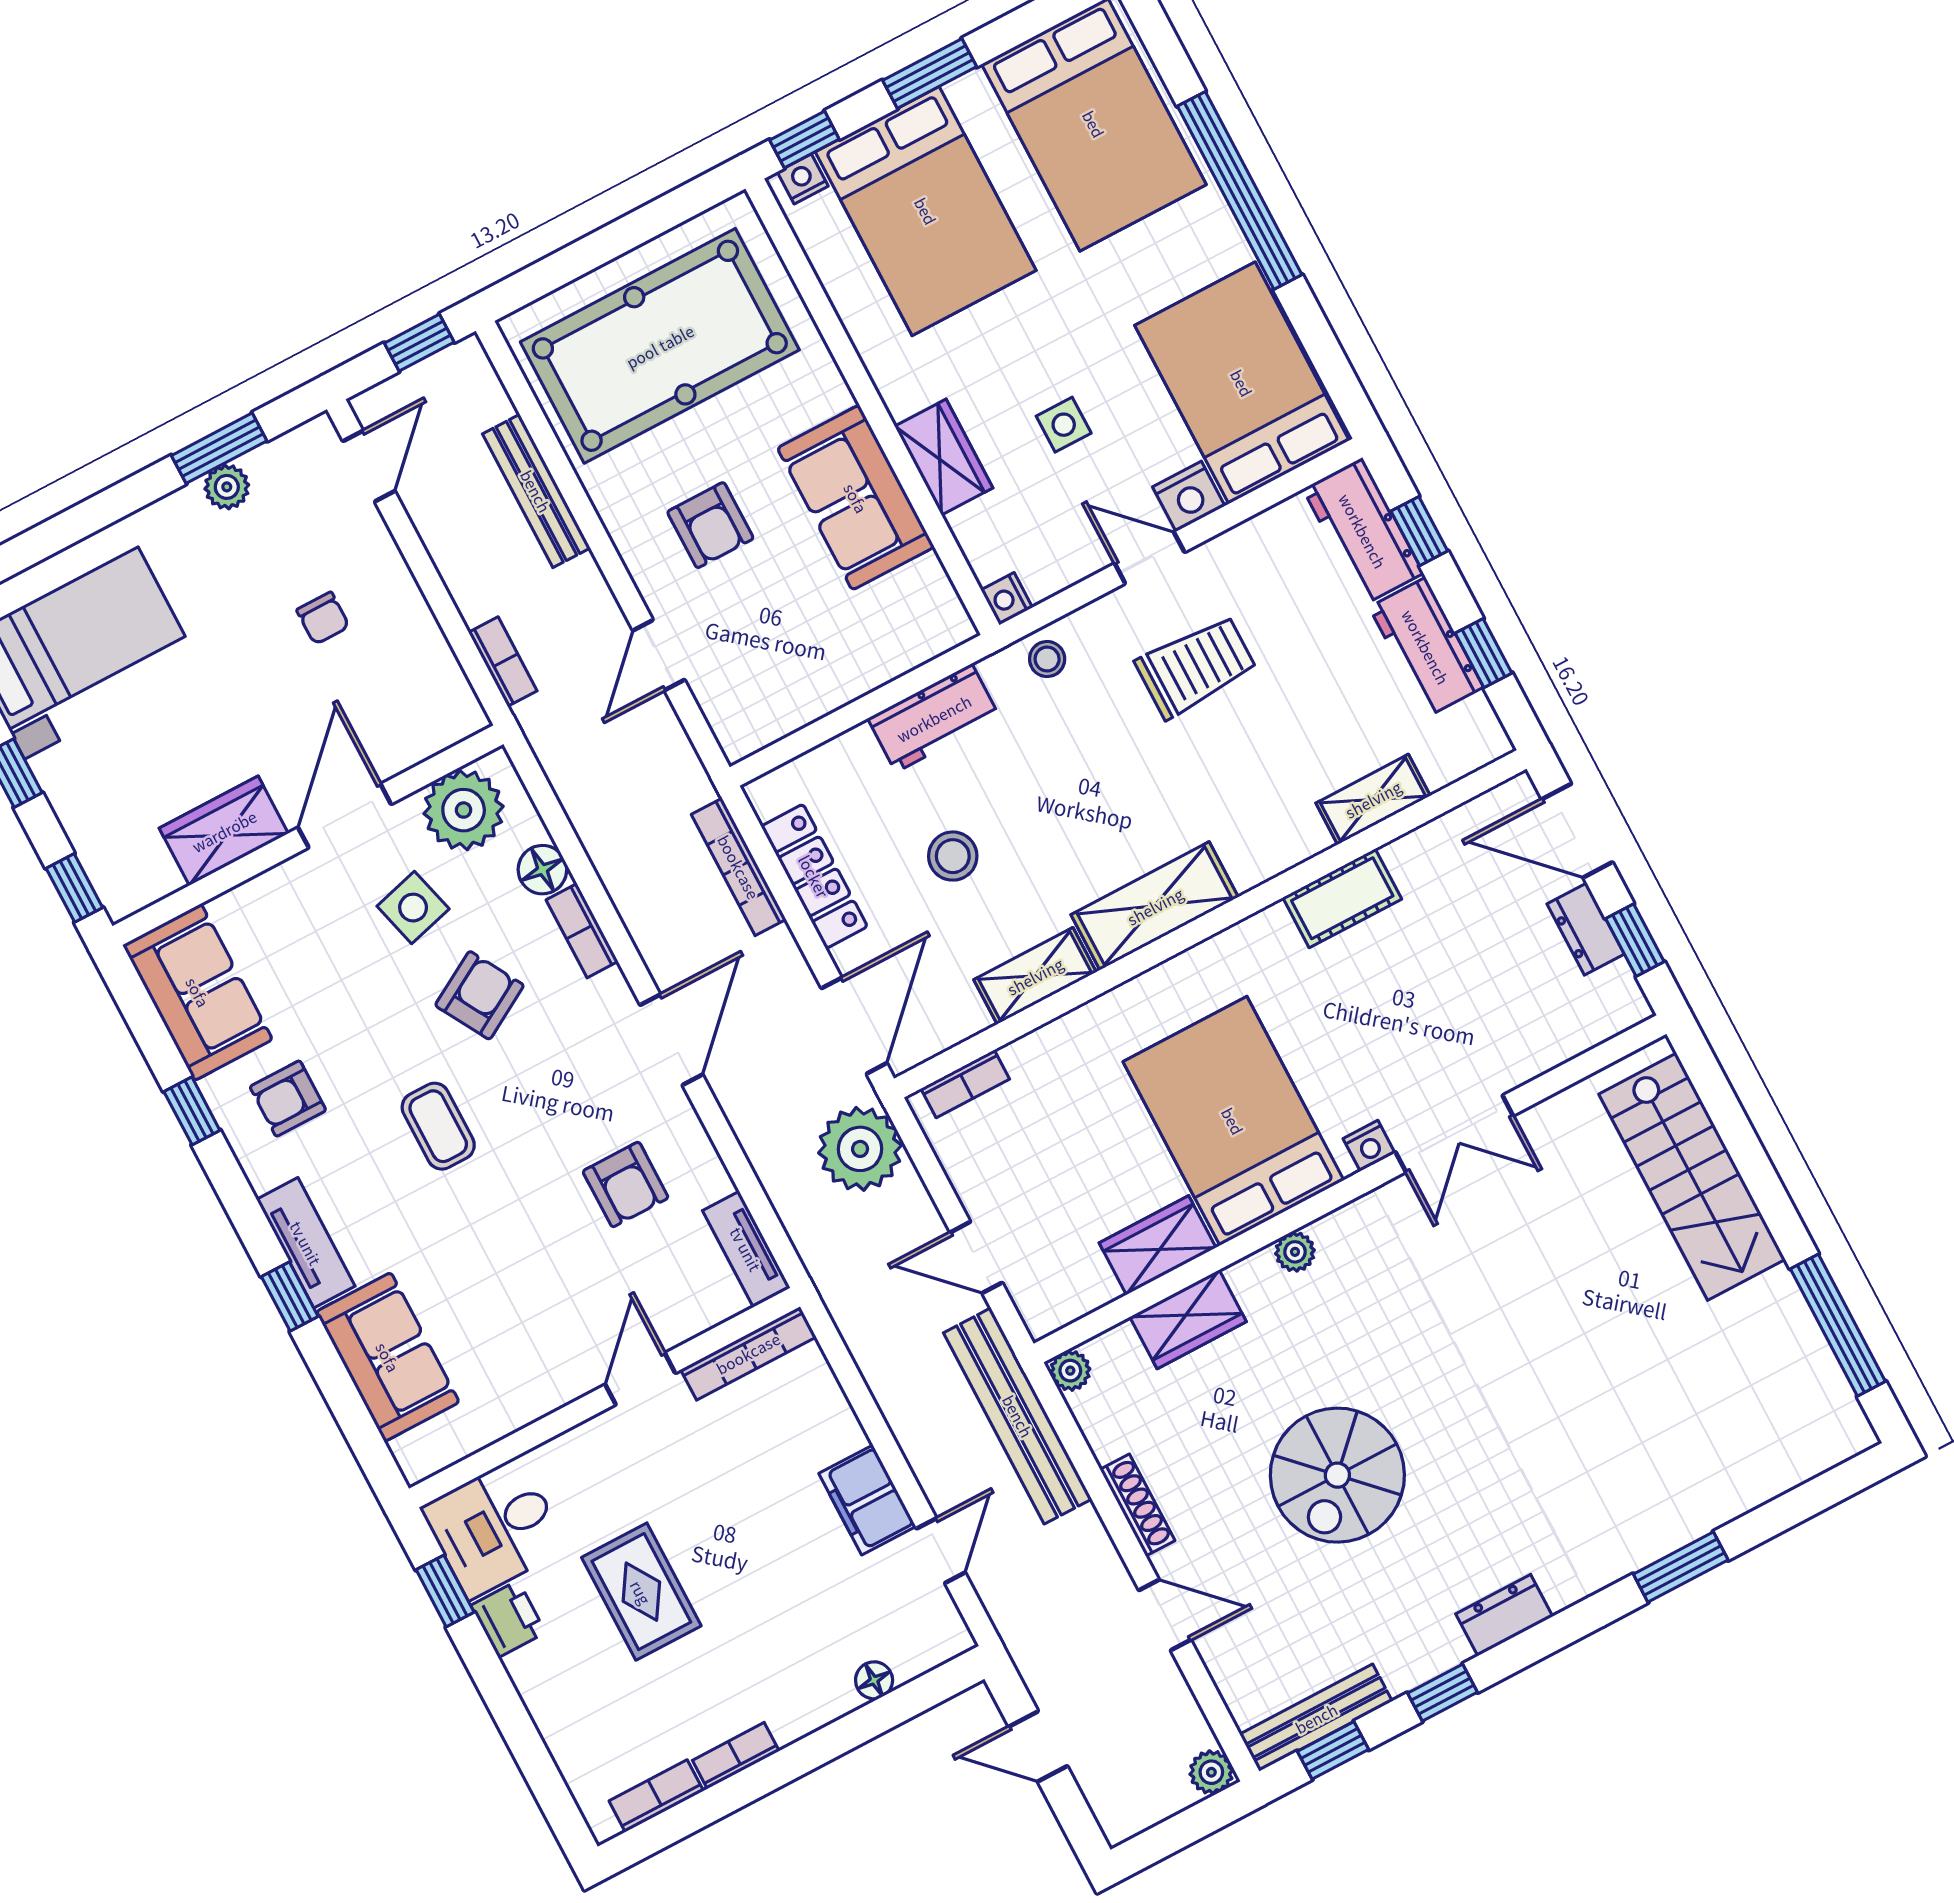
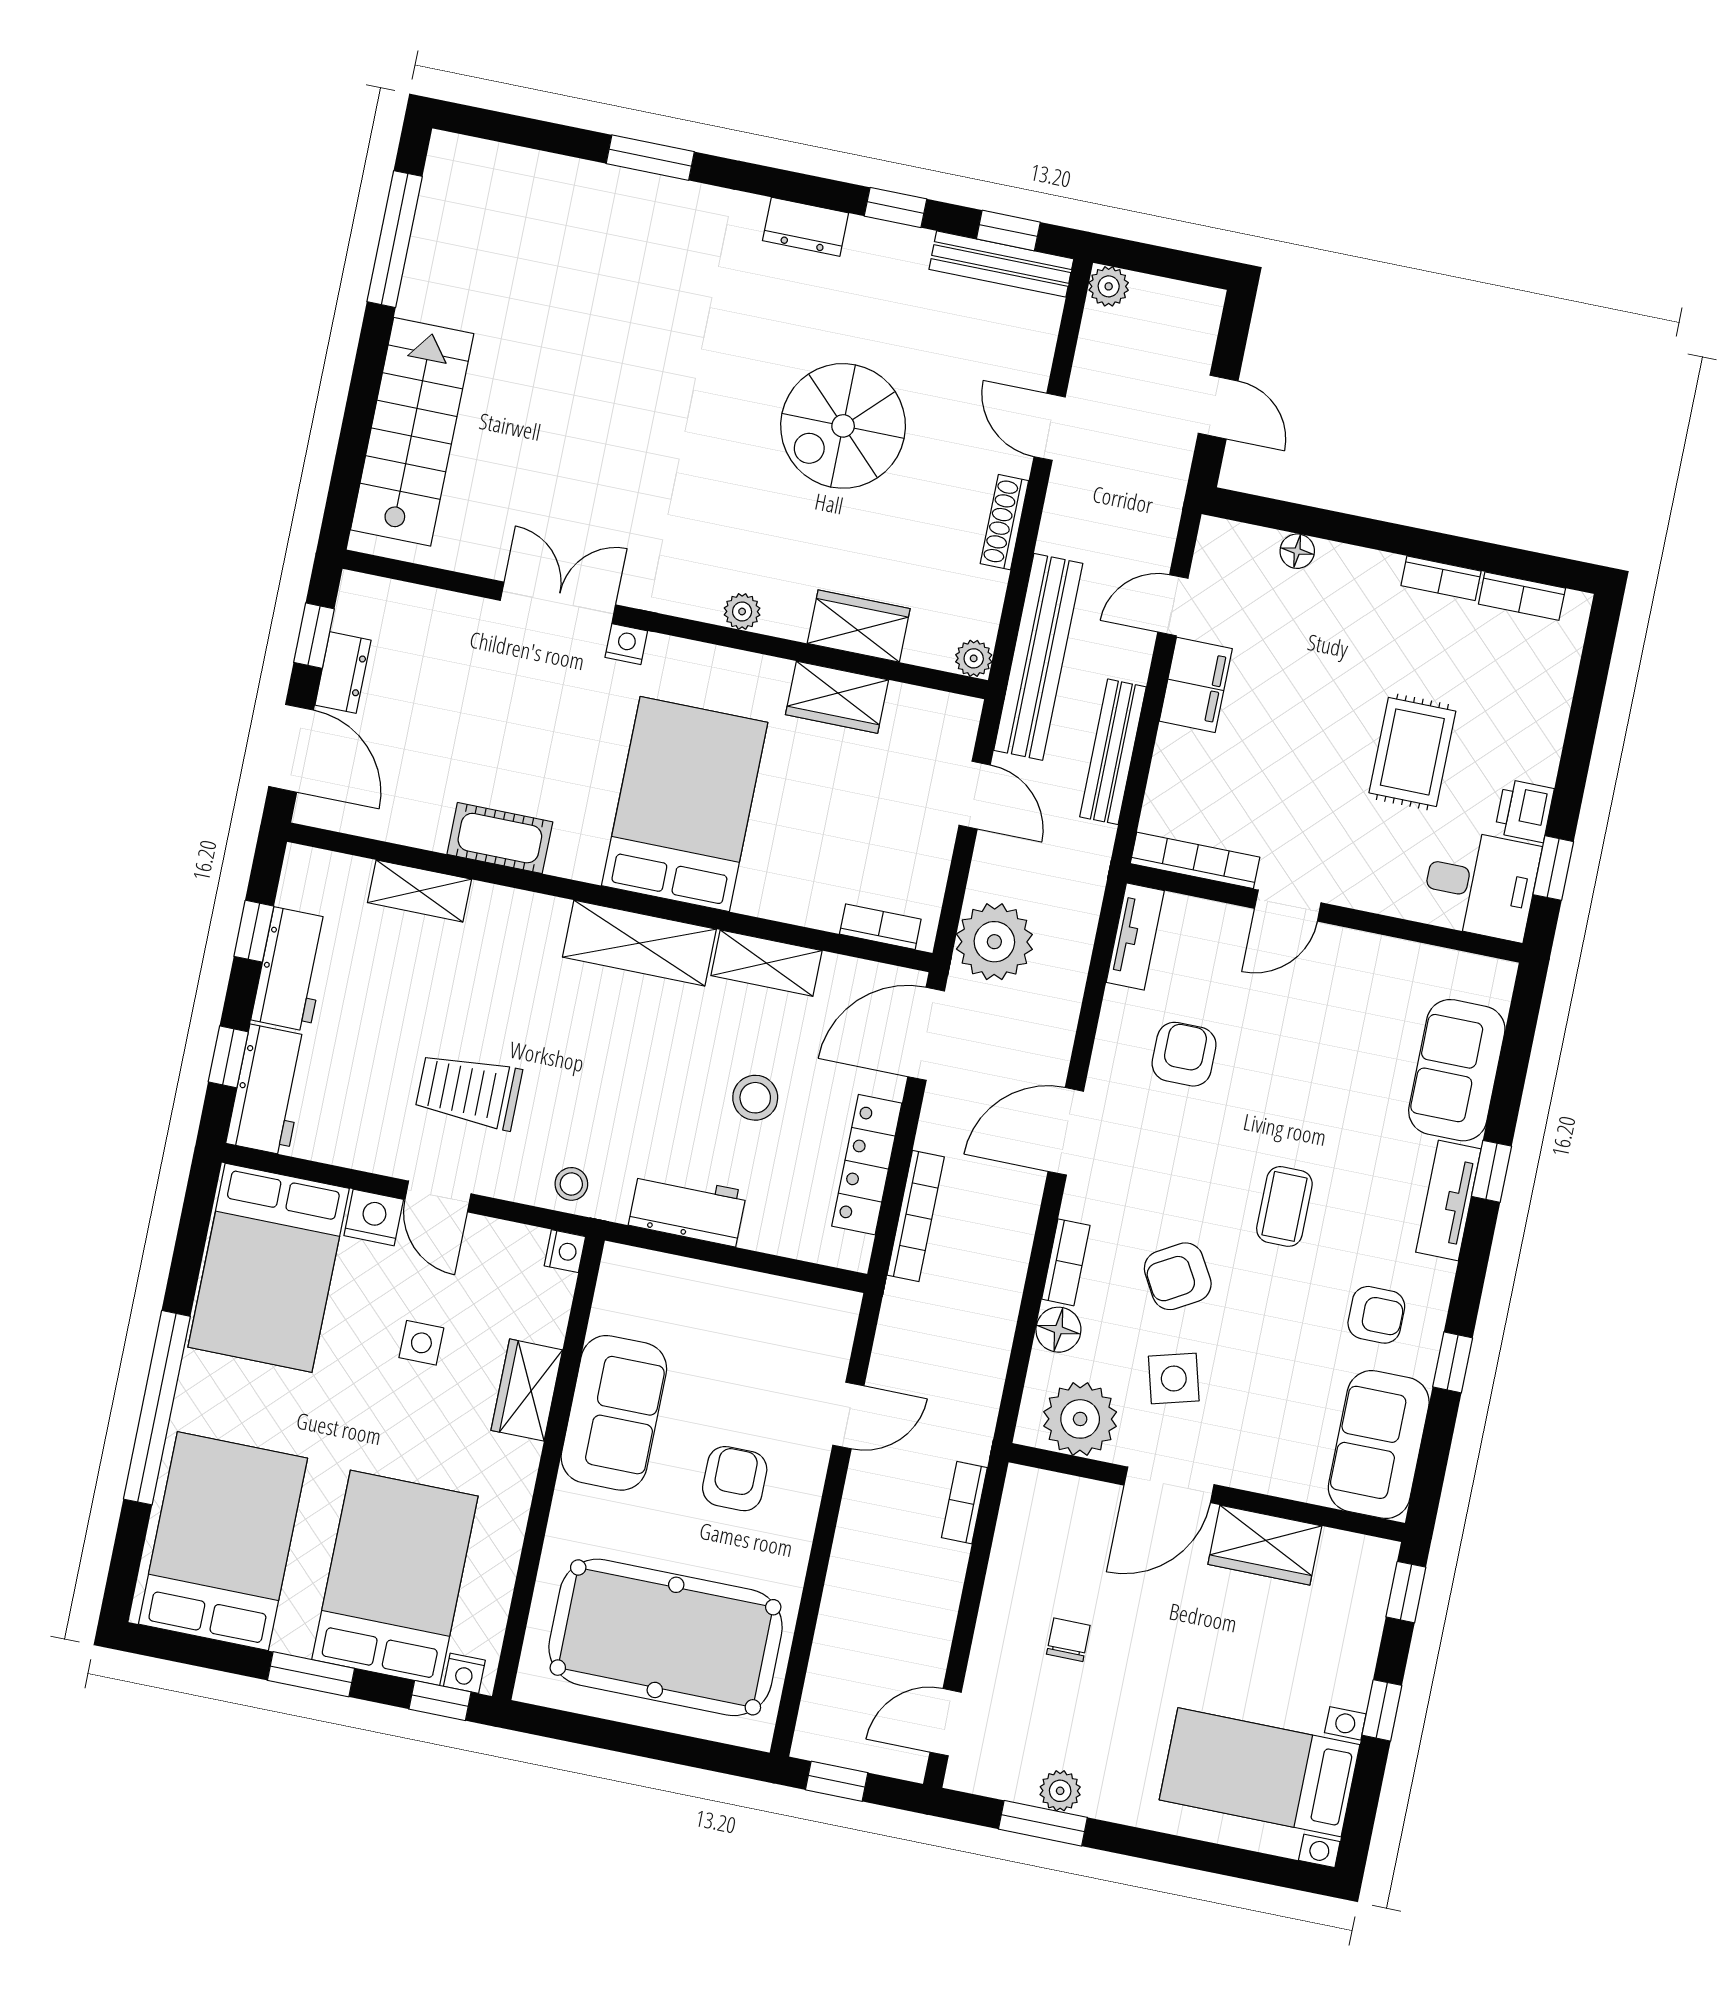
bench: (536, 491) -> (1113, 752), moved
bed: (1233, 1121) -> (685, 804), moved, turned 180
spiral stairs: (1337, 1475) -> (843, 426), turned 180

